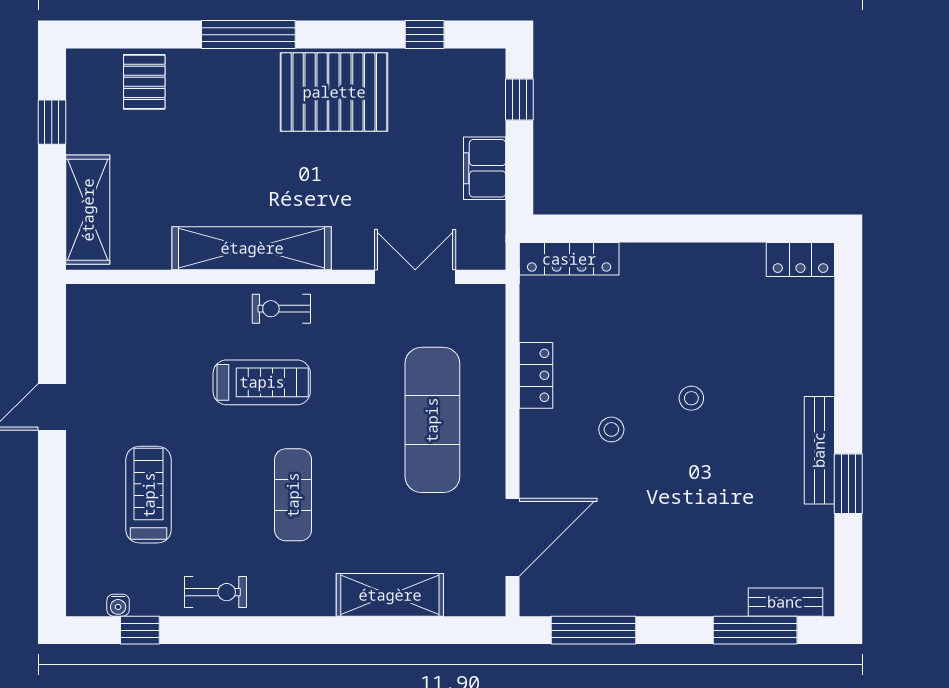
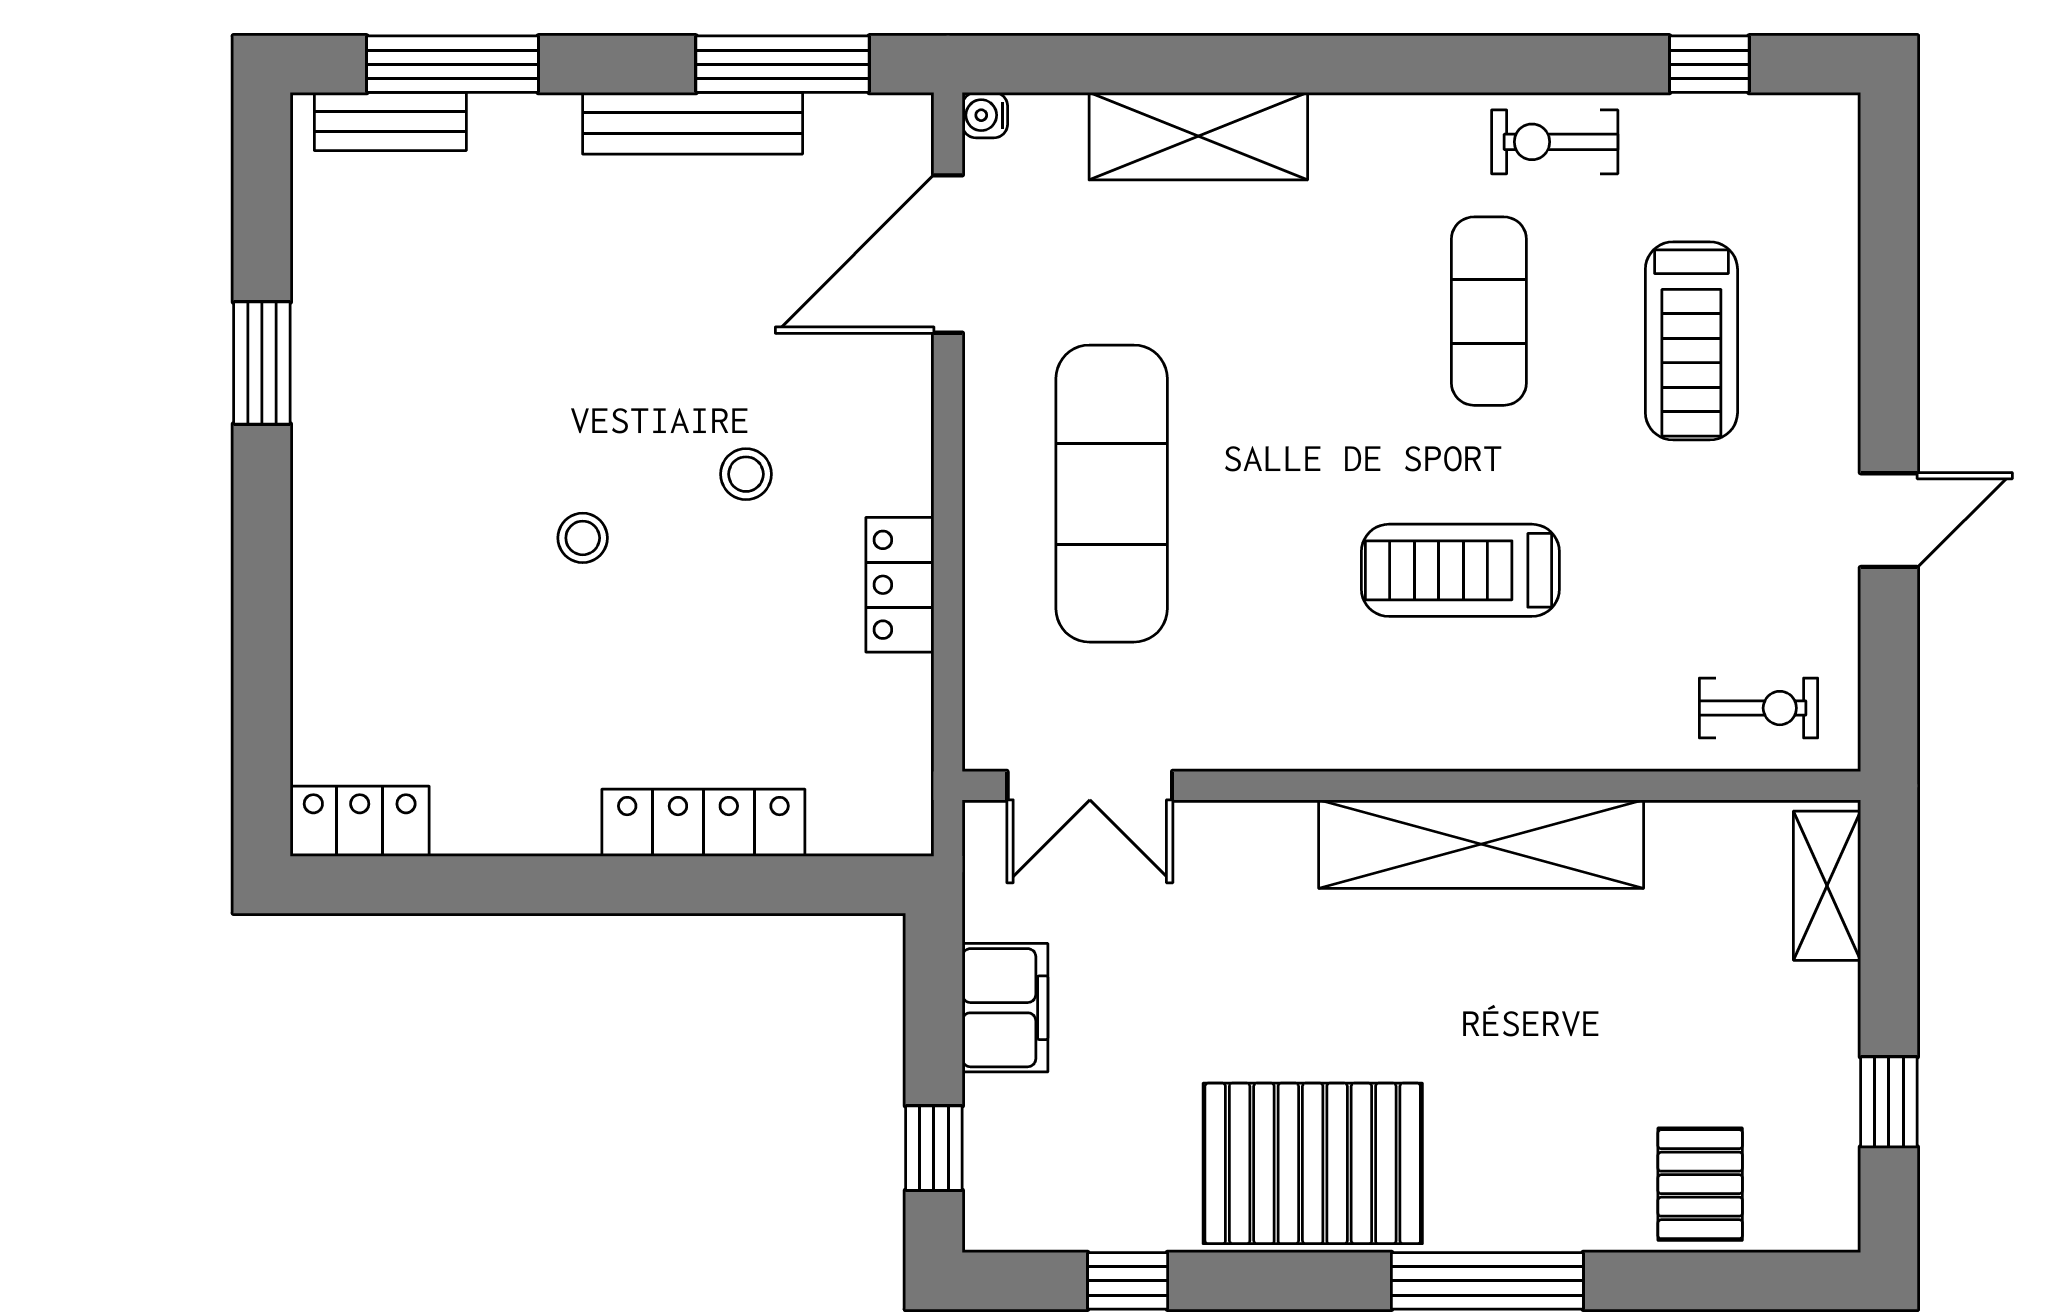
shelving: (88, 210) -> (1827, 886), width x0.67, depth x0.75
locker: (569, 259) -> (703, 823), moved
double door: (415, 277) -> (1090, 786), moved
exercise bike: (281, 309) -> (1759, 708), moved
bench: (819, 450) -> (693, 123), moved, turned 90
exercise mat: (293, 495) -> (1489, 311), moved
water cooler: (118, 605) -> (985, 115), moved, turned -90

